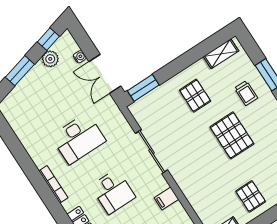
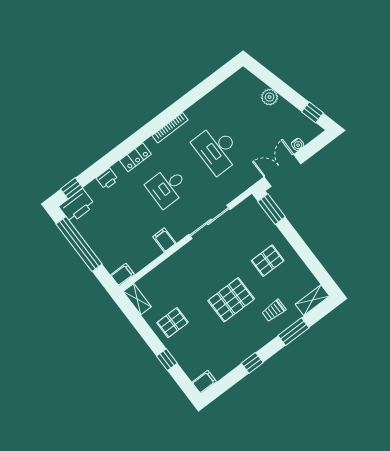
shelving: (221, 54) -> (312, 300), moved, turned 90
plant: (50, 59) -> (269, 97), moved
window: (20, 71) -> (280, 87), removed

